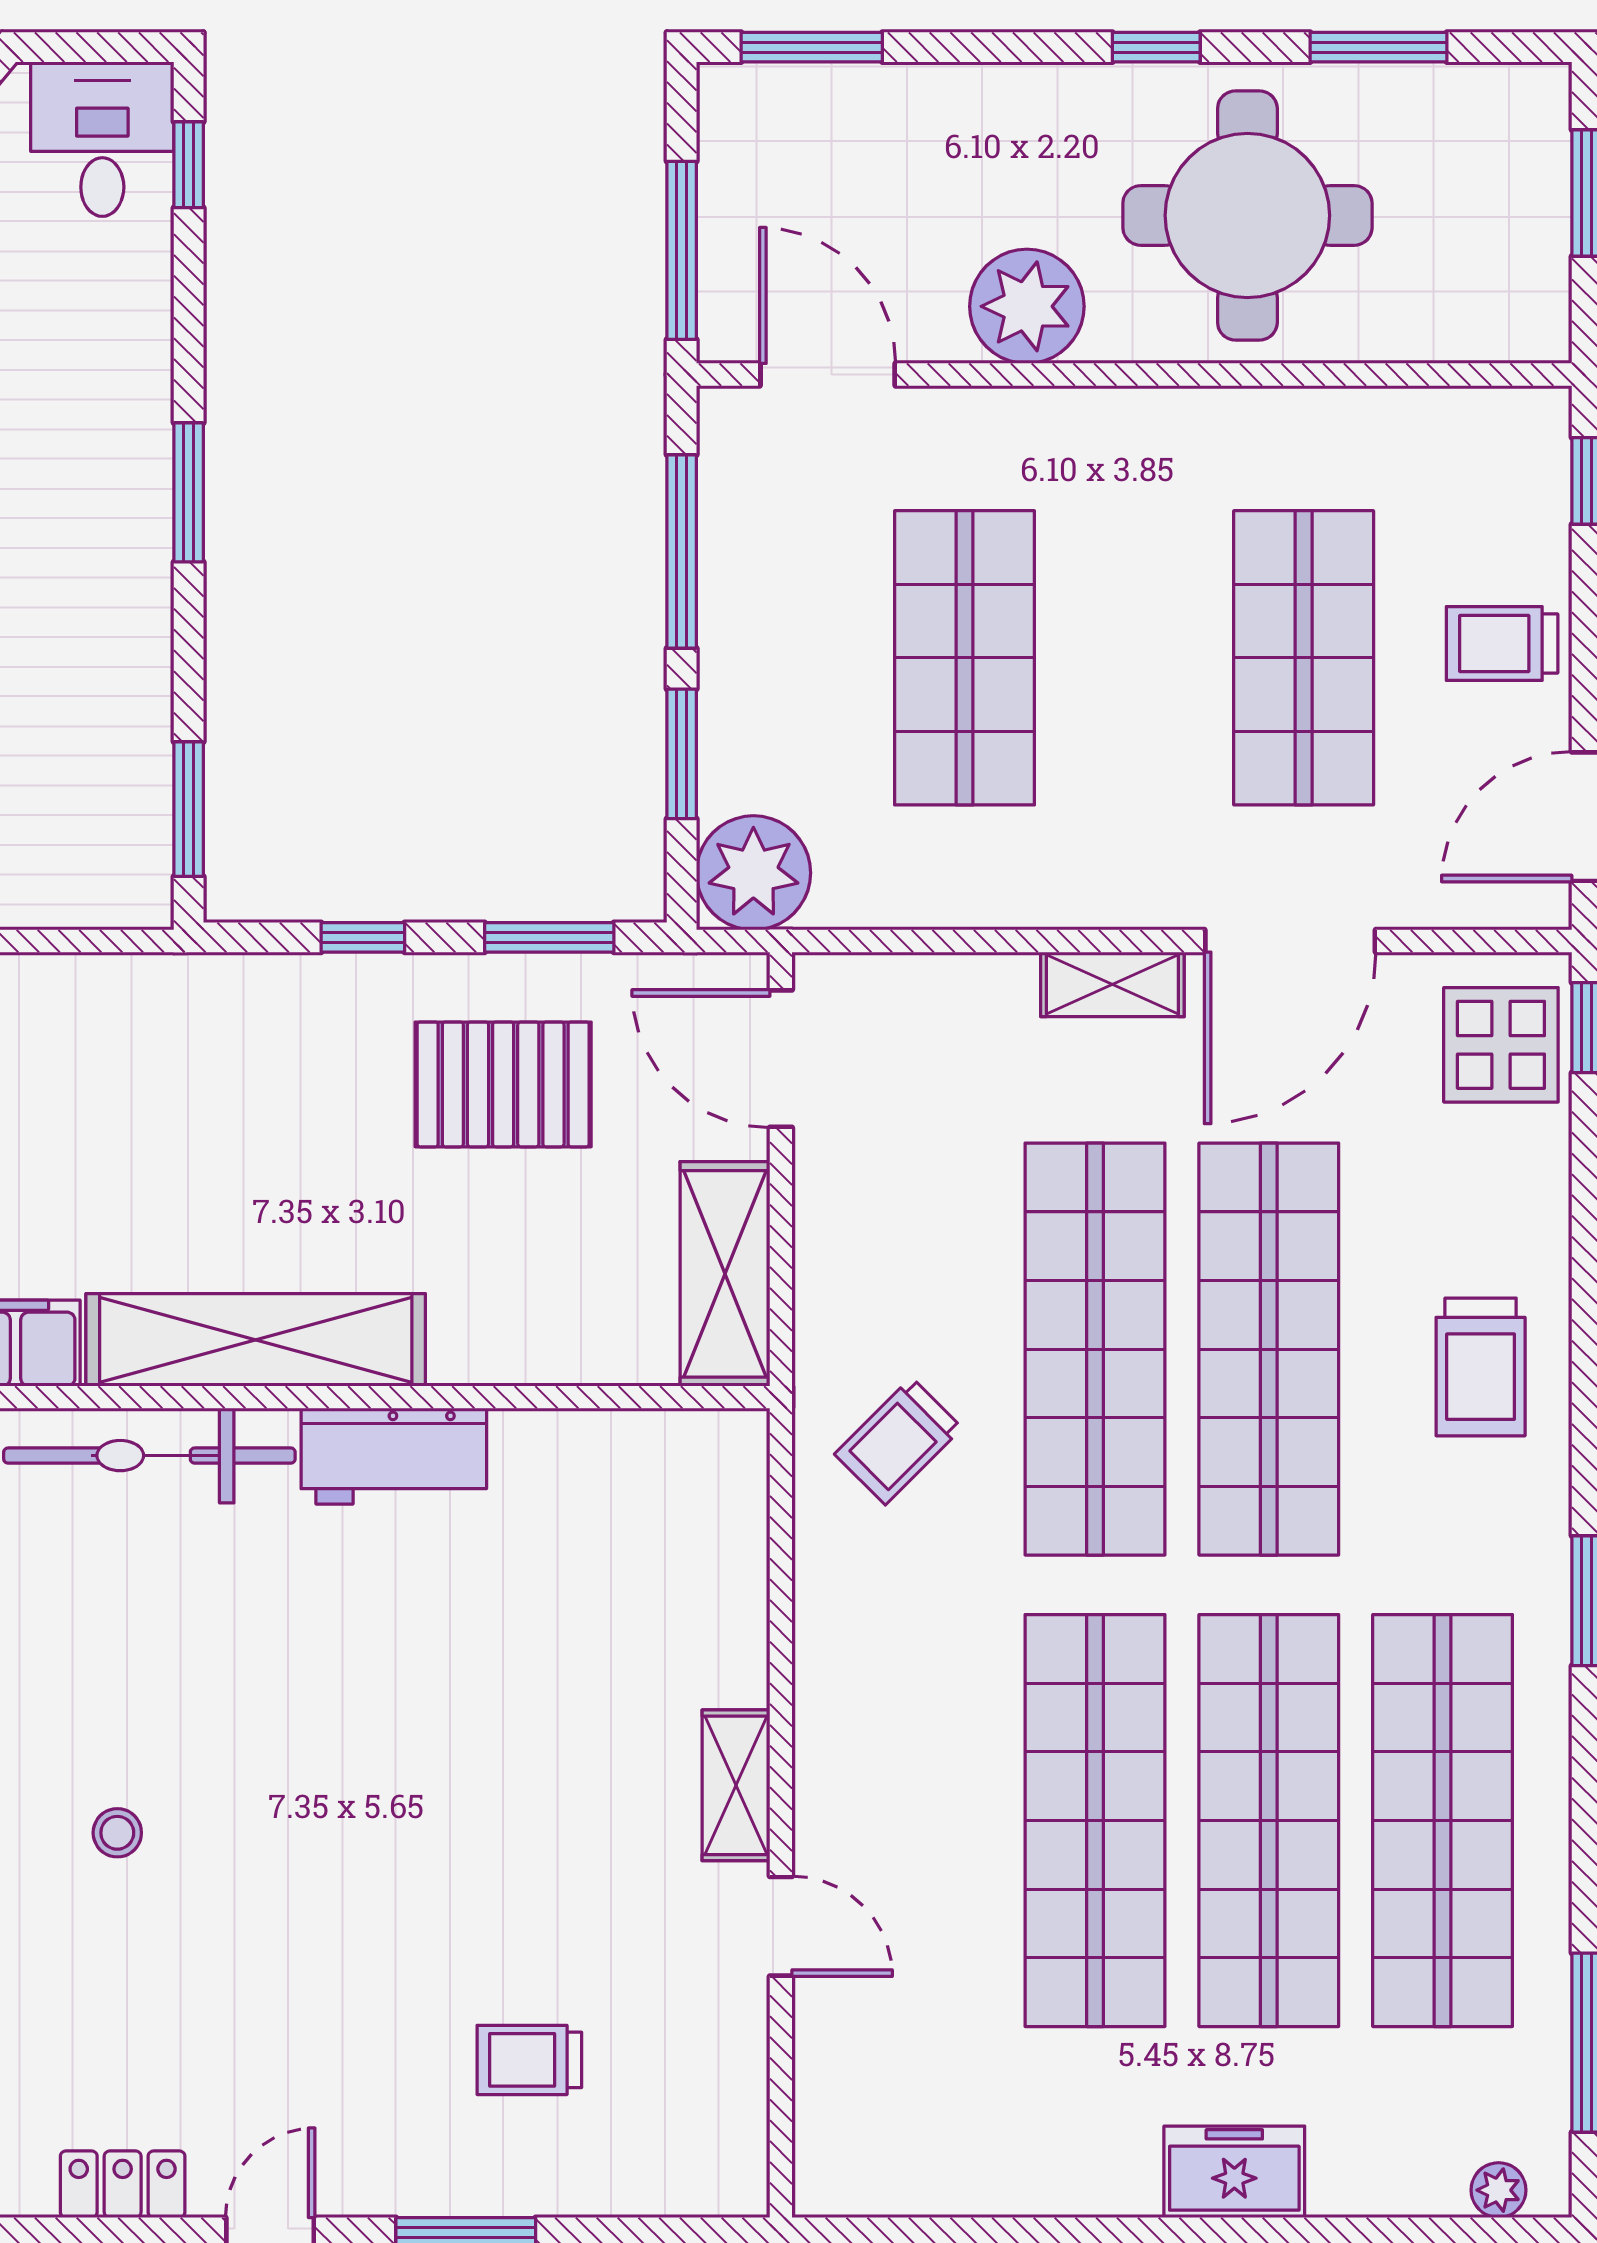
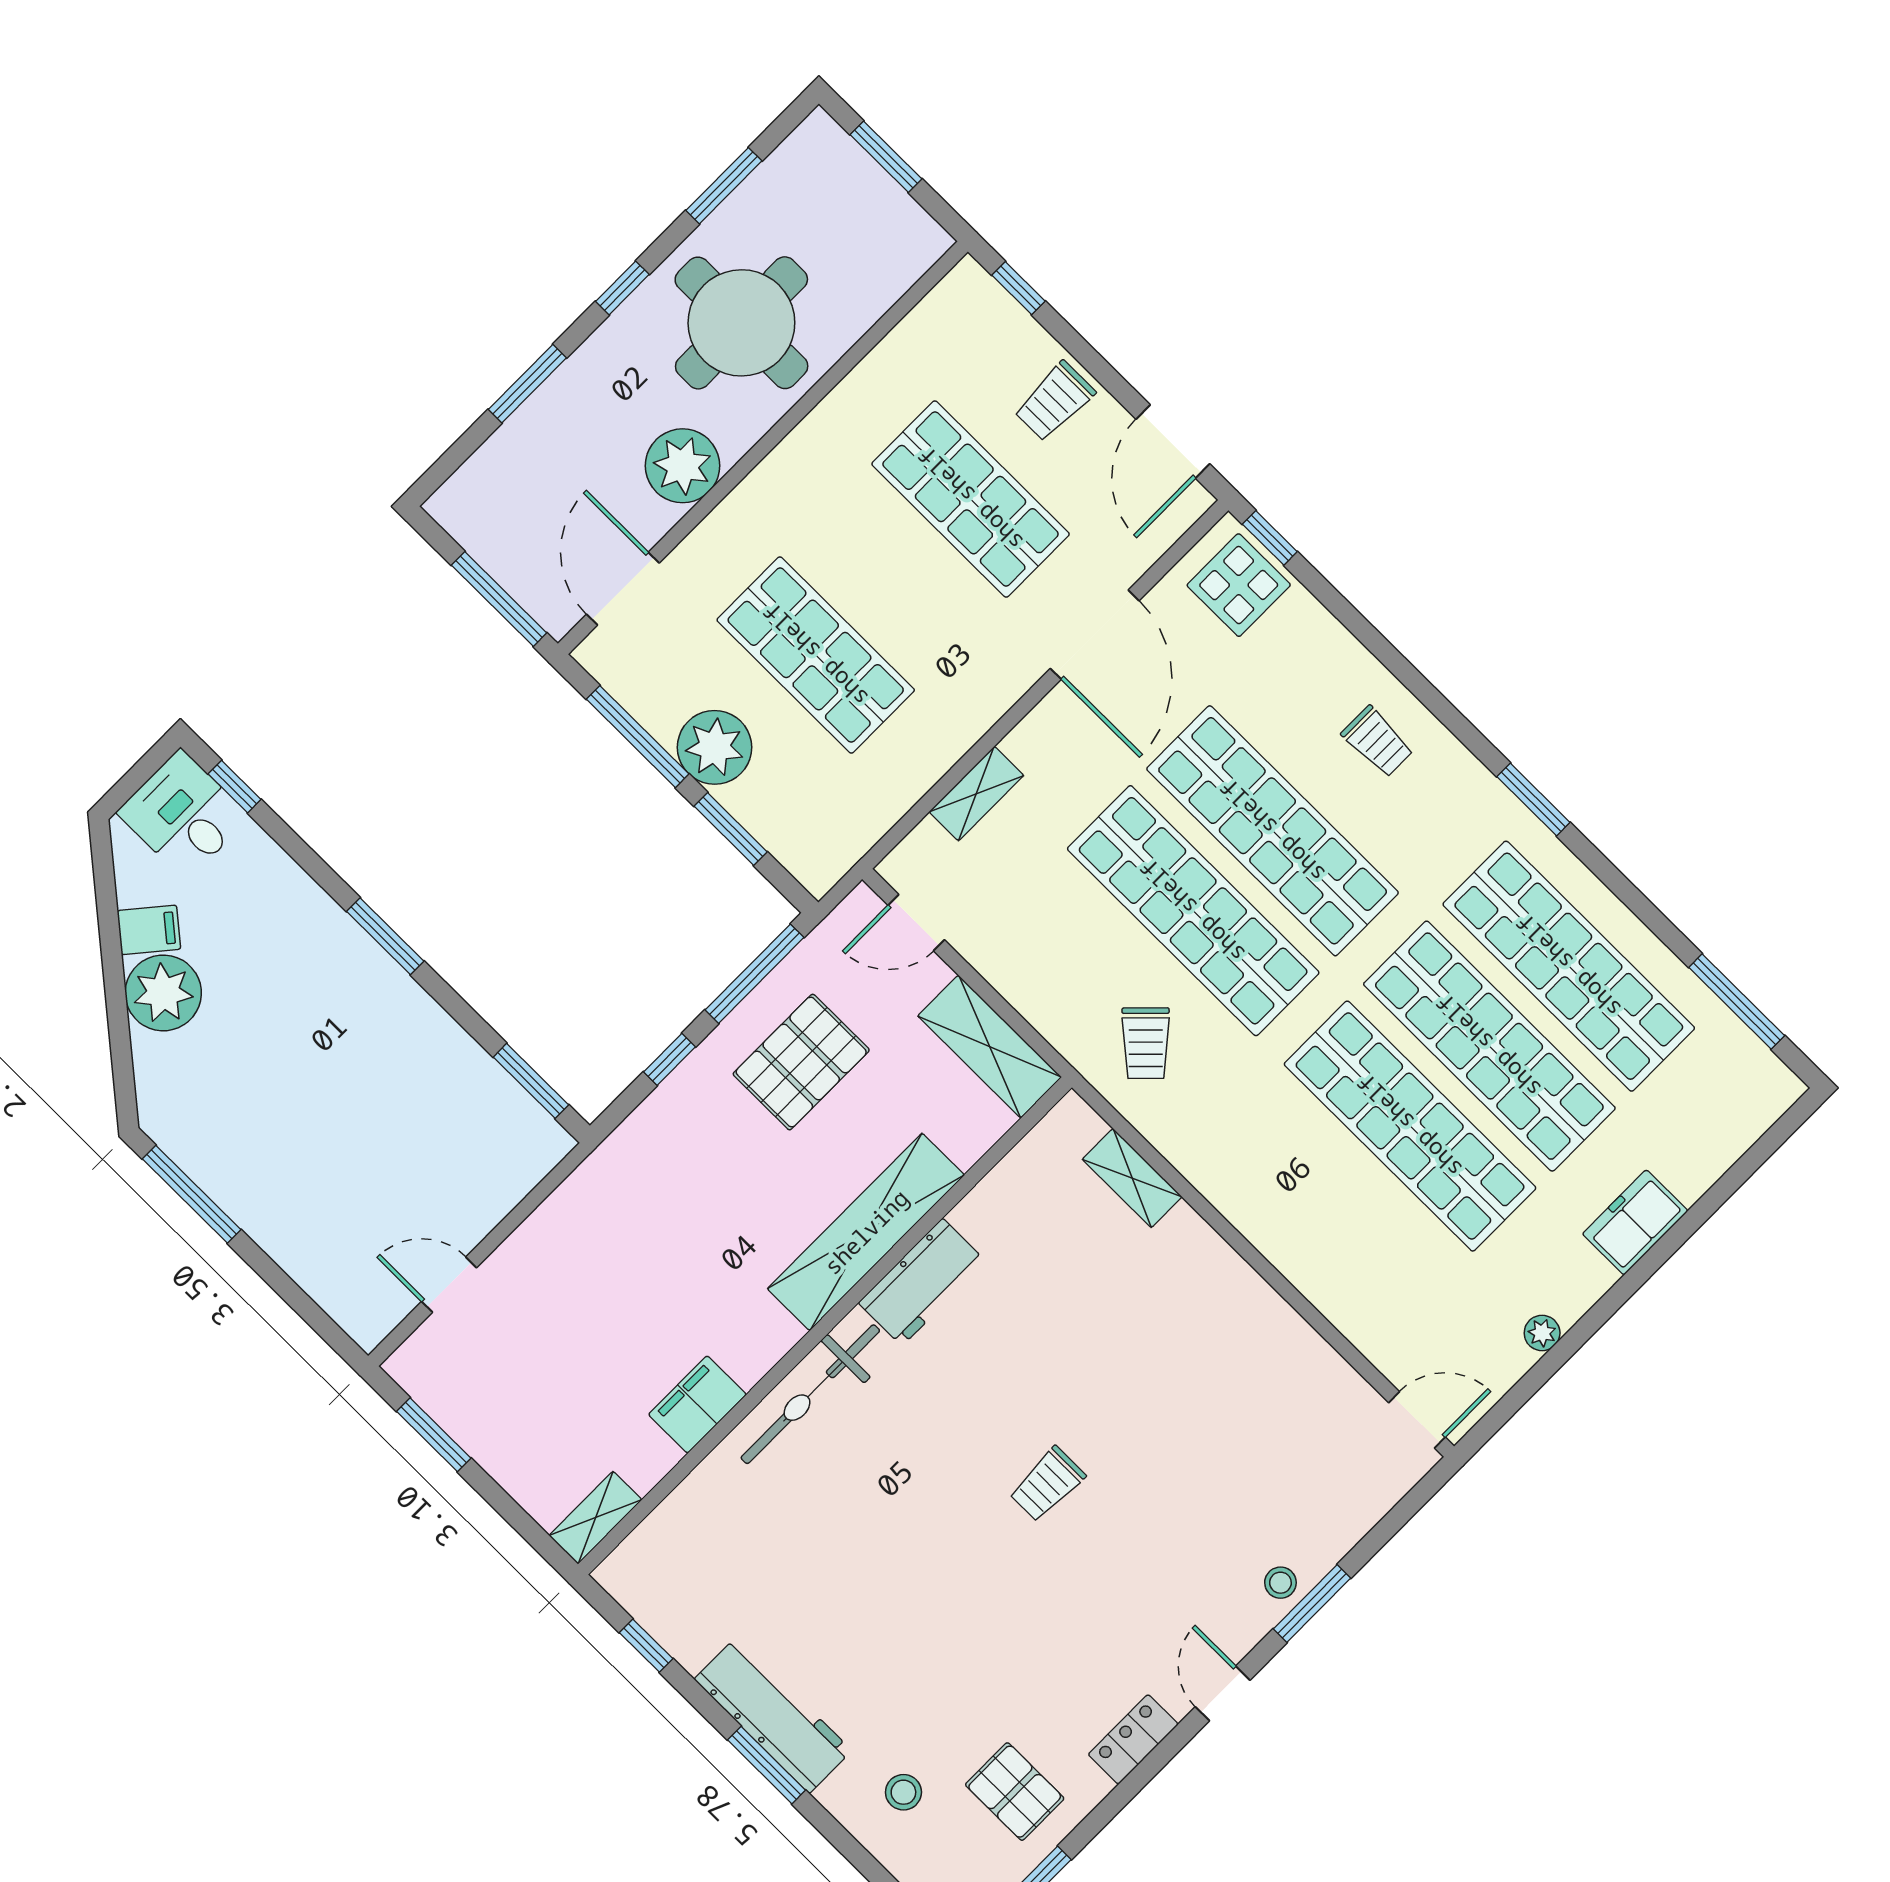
window: (812, 47) -> (527, 384), moved
door: (828, 375) -> (623, 589), hinge flipped
plant: (753, 873) -> (715, 747), moved
window: (549, 937) -> (755, 974), width x1.44
shelving: (1112, 984) -> (976, 794), moved
door: (781, 1059) -> (916, 923), width x0.73
shelving: (256, 1340) -> (866, 1232), moved
trolley: (1481, 1367) -> (1378, 742), width x0.73, depth x0.72
shelving: (736, 1785) -> (1132, 1178), moved
stool: (117, 1833) -> (1280, 1583), moved
door: (781, 1926) -> (1417, 1420), moved
trolley: (529, 2060) -> (1047, 1484), moved
plant: (1499, 2190) -> (1542, 1333), moved

